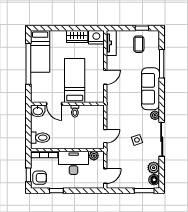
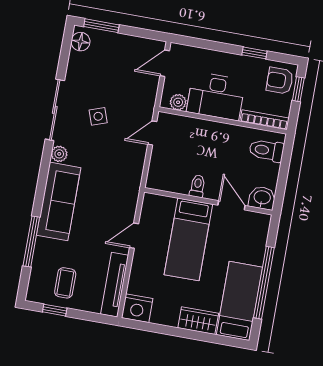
wardrobe: (77, 36) -> (198, 321), moved
tv unit: (111, 43) -> (115, 285), width x1.41
plant: (154, 168) -> (78, 63), removed

